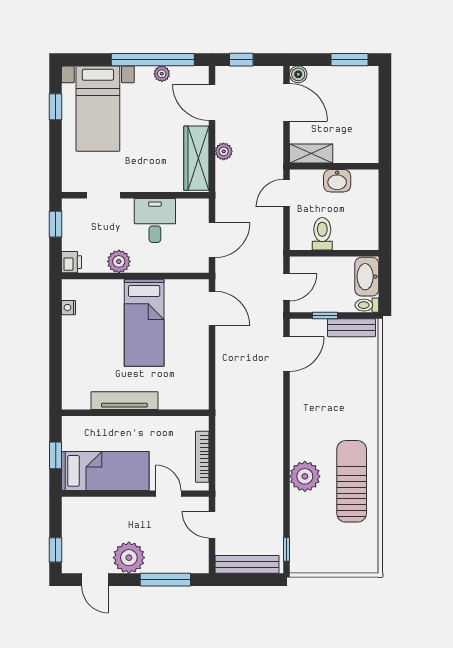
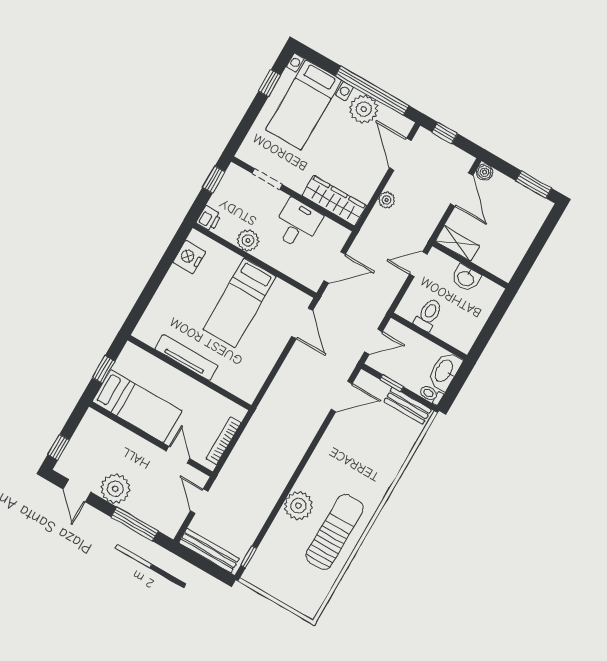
plant: (162, 74) -> (364, 109), width x1.88, depth x1.88
wardrobe: (196, 158) -> (334, 201), moved, turned 90
nightstand: (69, 308) -> (189, 257), width x1.89, depth x1.79

